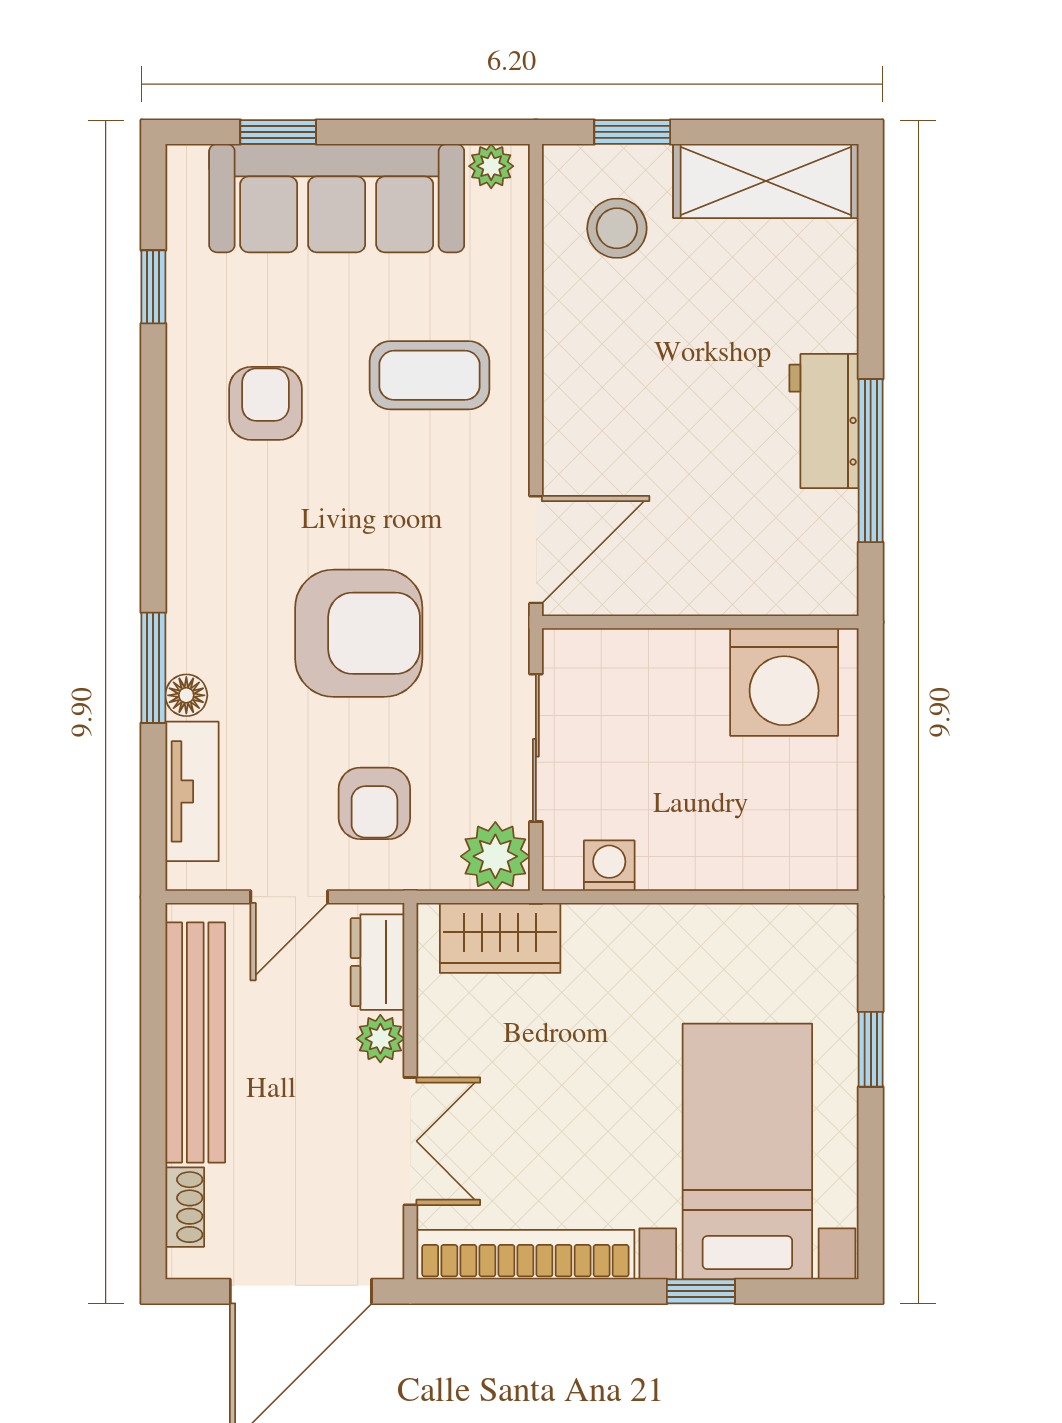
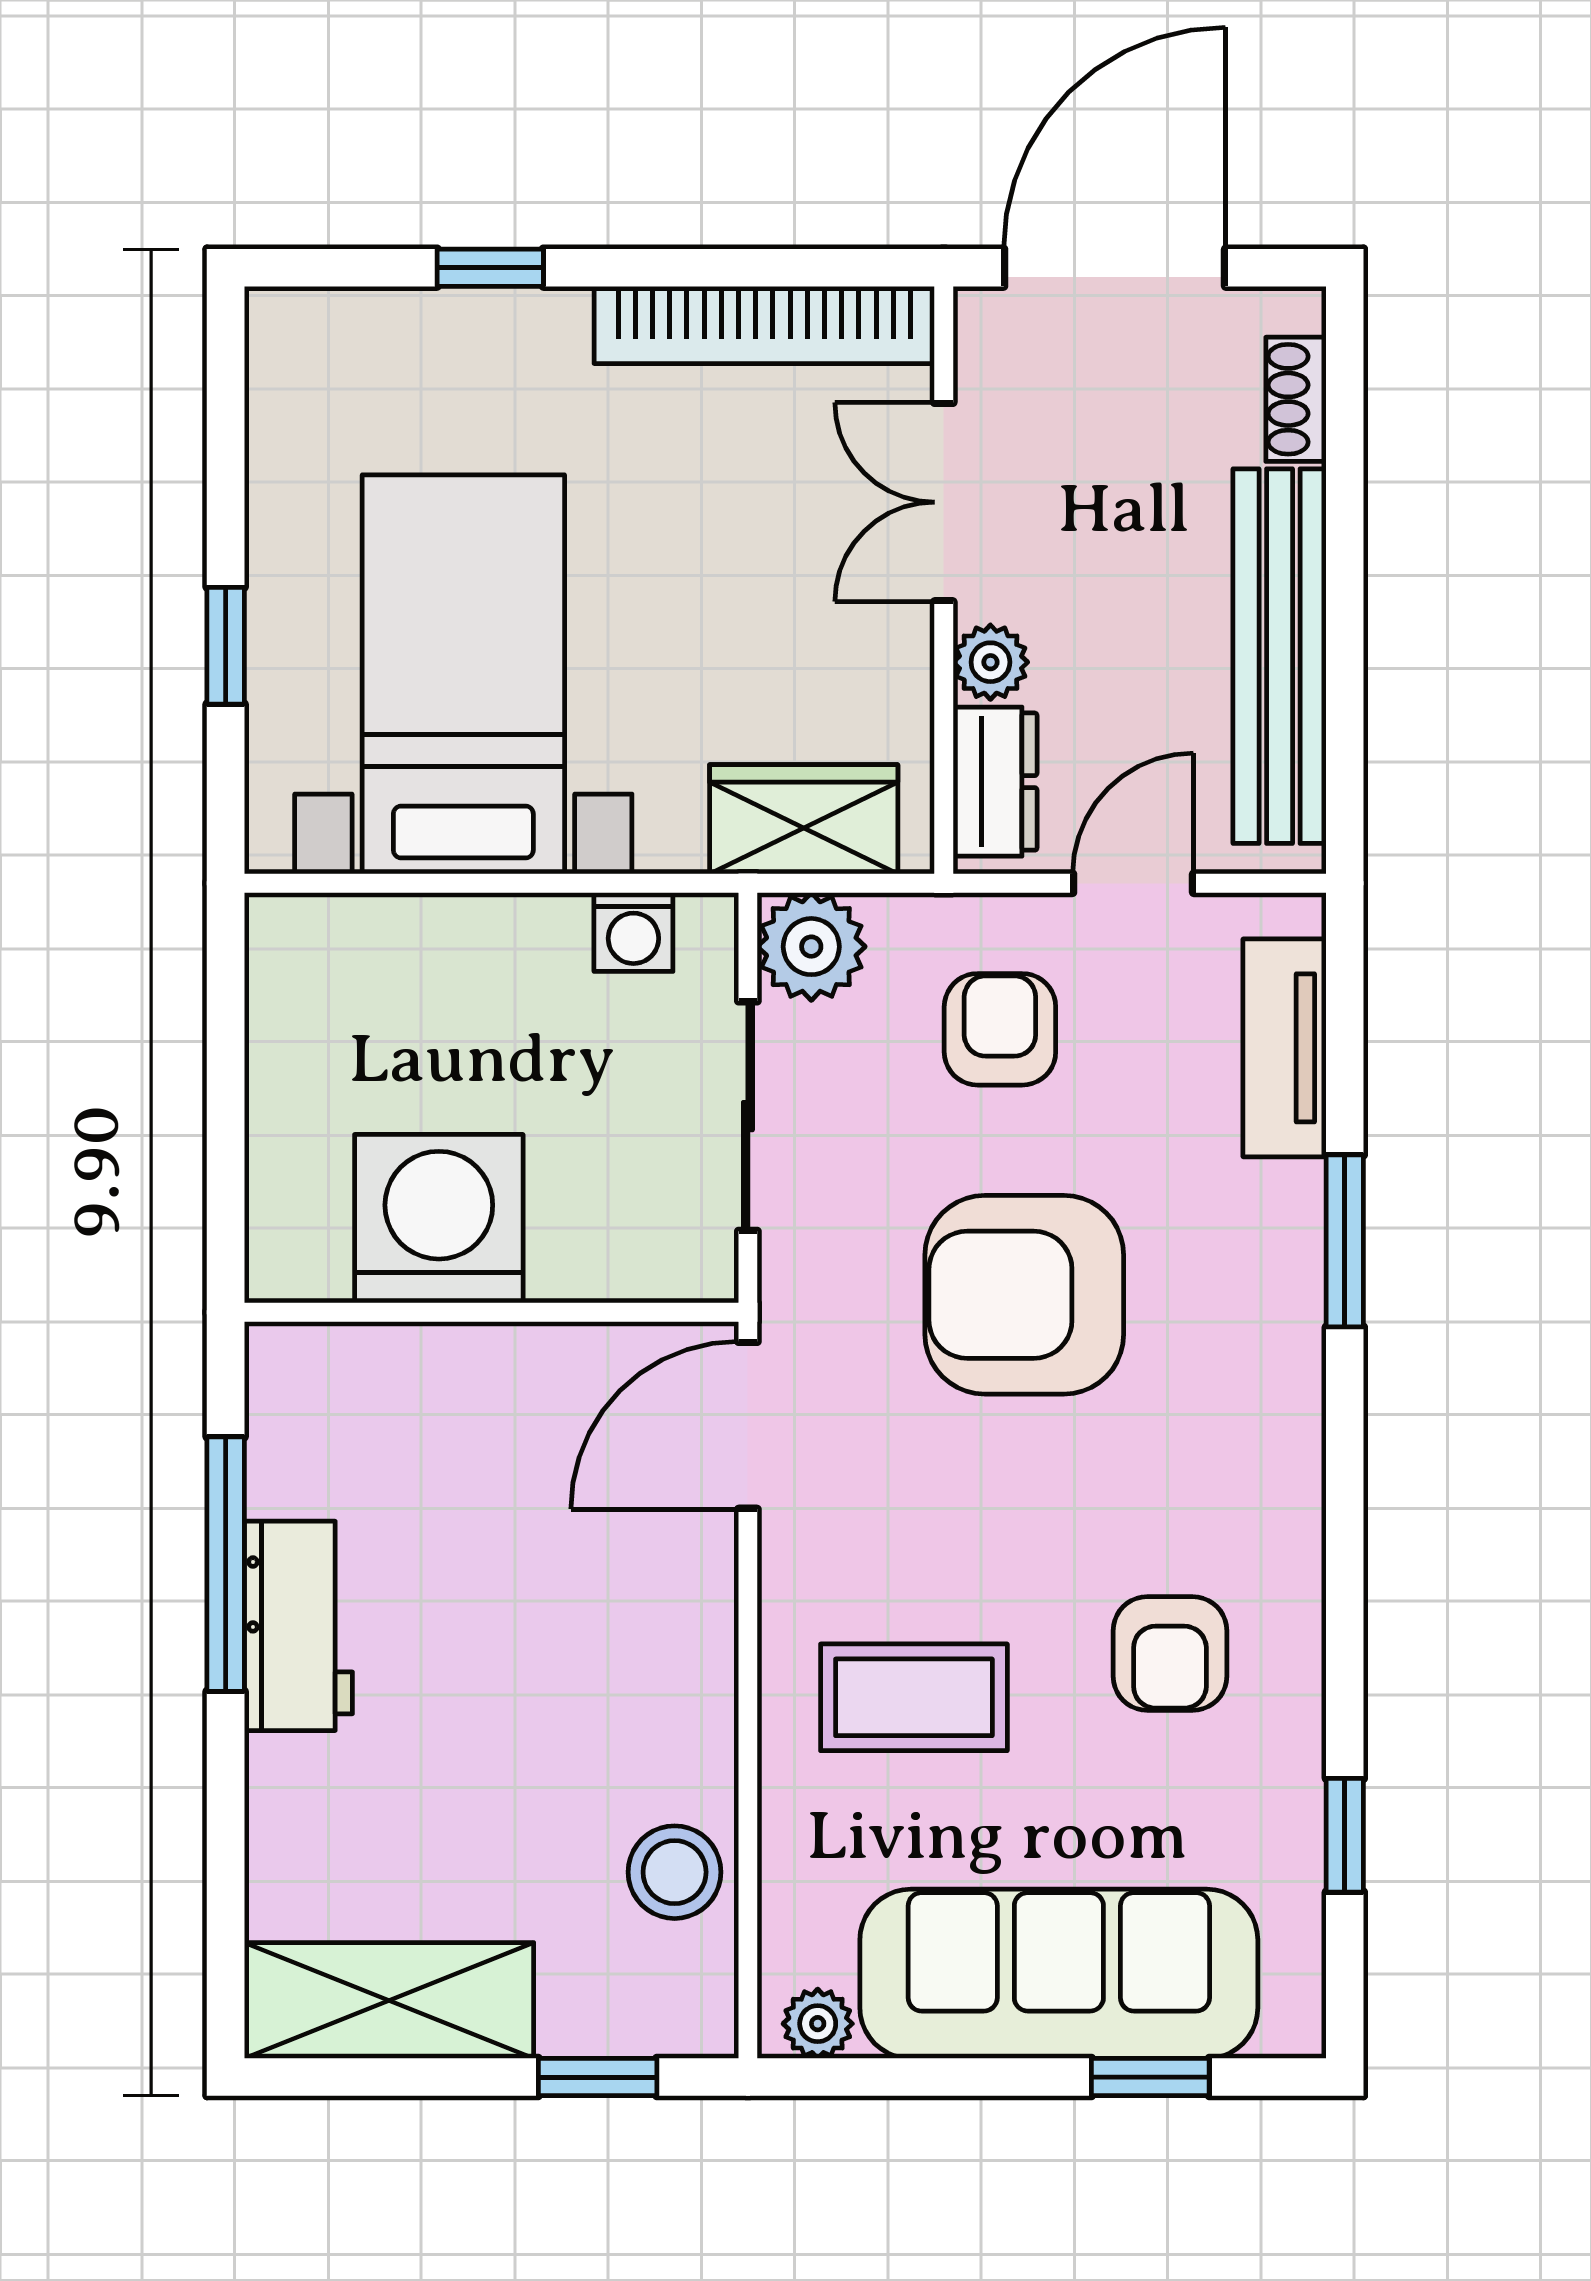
stool: (617, 228) -> (675, 1872), moved
washing machine: (784, 682) -> (439, 1219), moved
floor lamp: (186, 695) -> (1293, 1198), removed
bed with nightstands: (747, 1152) -> (463, 674), moved, turned 180

